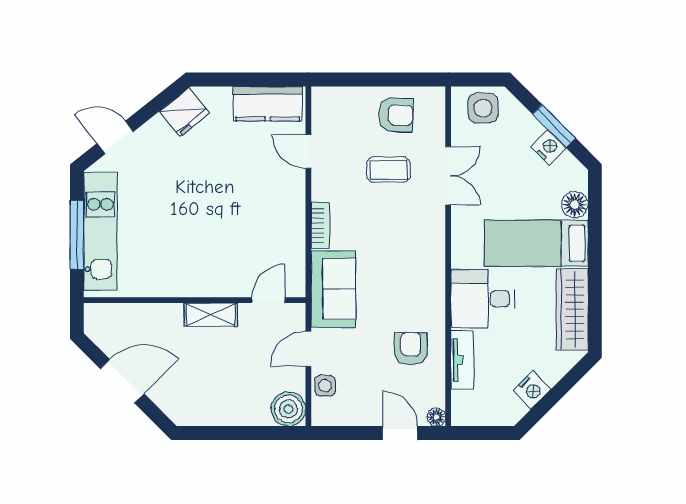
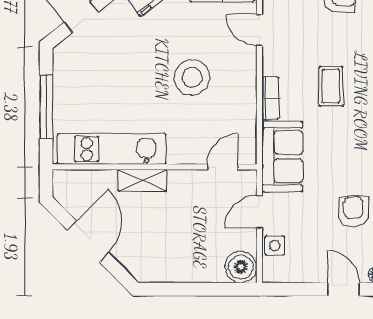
coffee table: (389, 170) -> (331, 86), moved, turned 90
stool: (235, 203) -> (192, 77), added
kitchen unit: (100, 231) -> (112, 149), moved, turned -90
shelving: (211, 315) -> (142, 180), moved
door: (122, 381) -> (88, 242), hinge flipped

